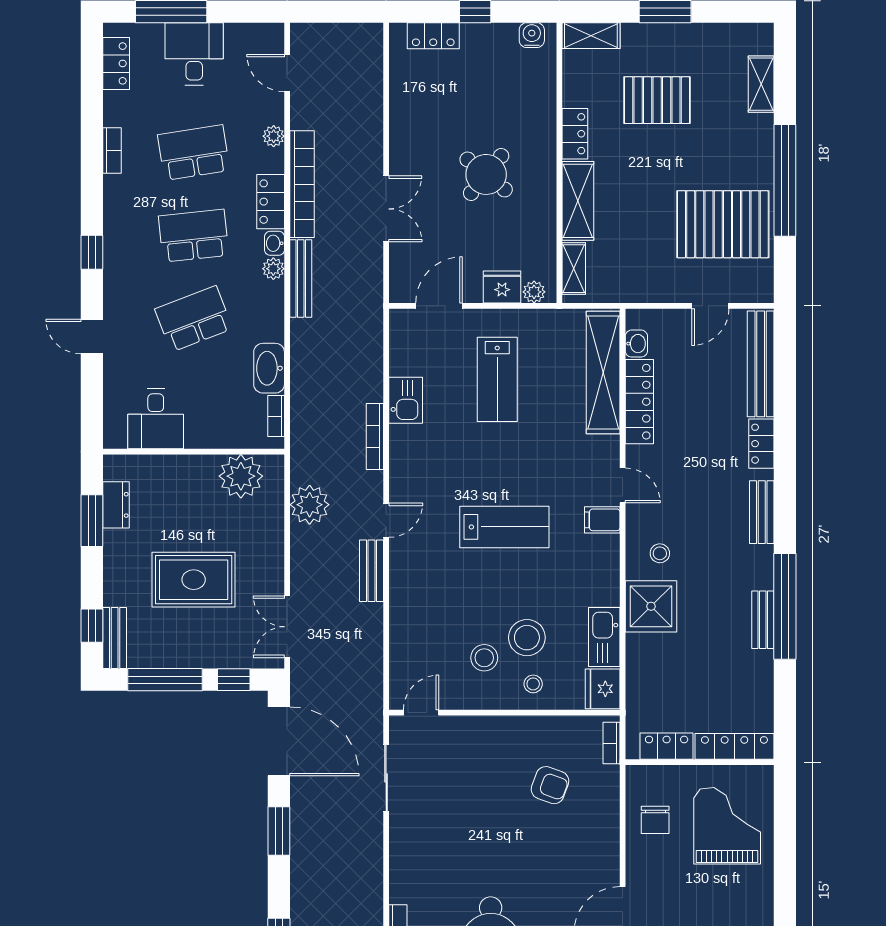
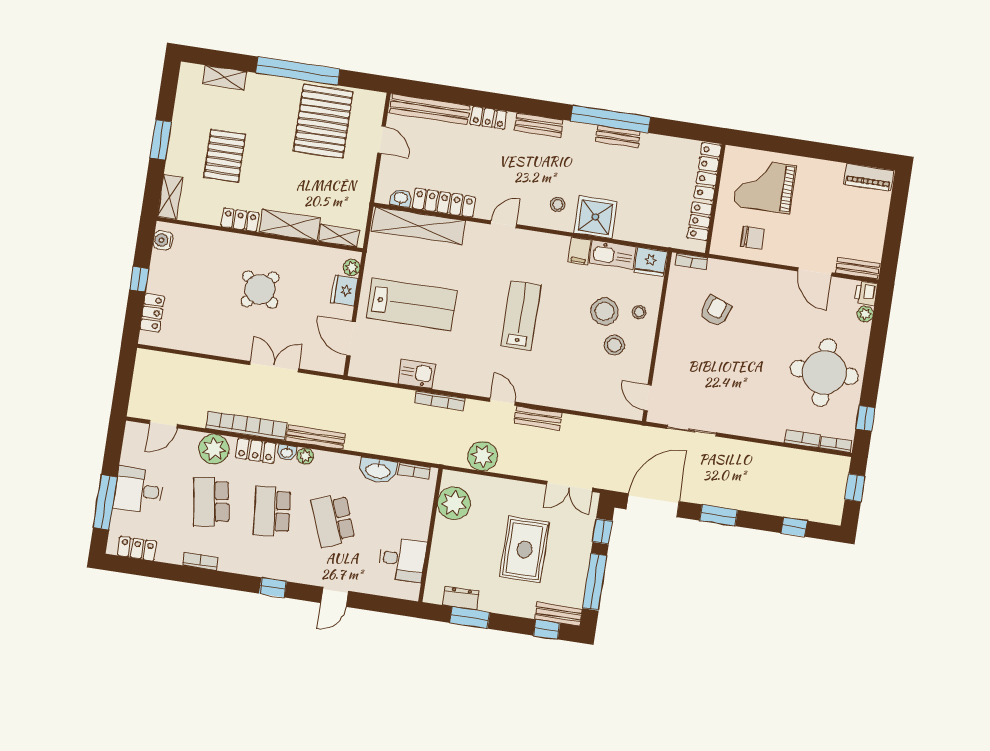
plant: (274, 136) -> (214, 449), width x1.87, depth x1.87
lab bench: (497, 379) -> (412, 304), width x1.36, depth x1.39
filing cabinet: (602, 520) -> (579, 251), moved

